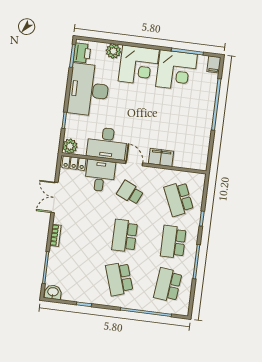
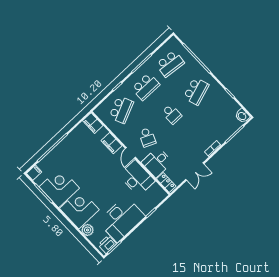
plant: (70, 146) -> (160, 195), removed
filing cabinet: (196, 162) -> (93, 123), added
school desk: (125, 236) -> (172, 114), width x0.54

